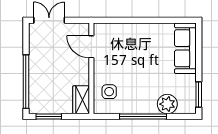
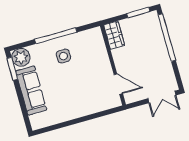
sofa: (185, 48) -> (31, 90), moved
side table: (109, 92) -> (63, 56), moved
plant: (167, 104) -> (21, 57), moved

